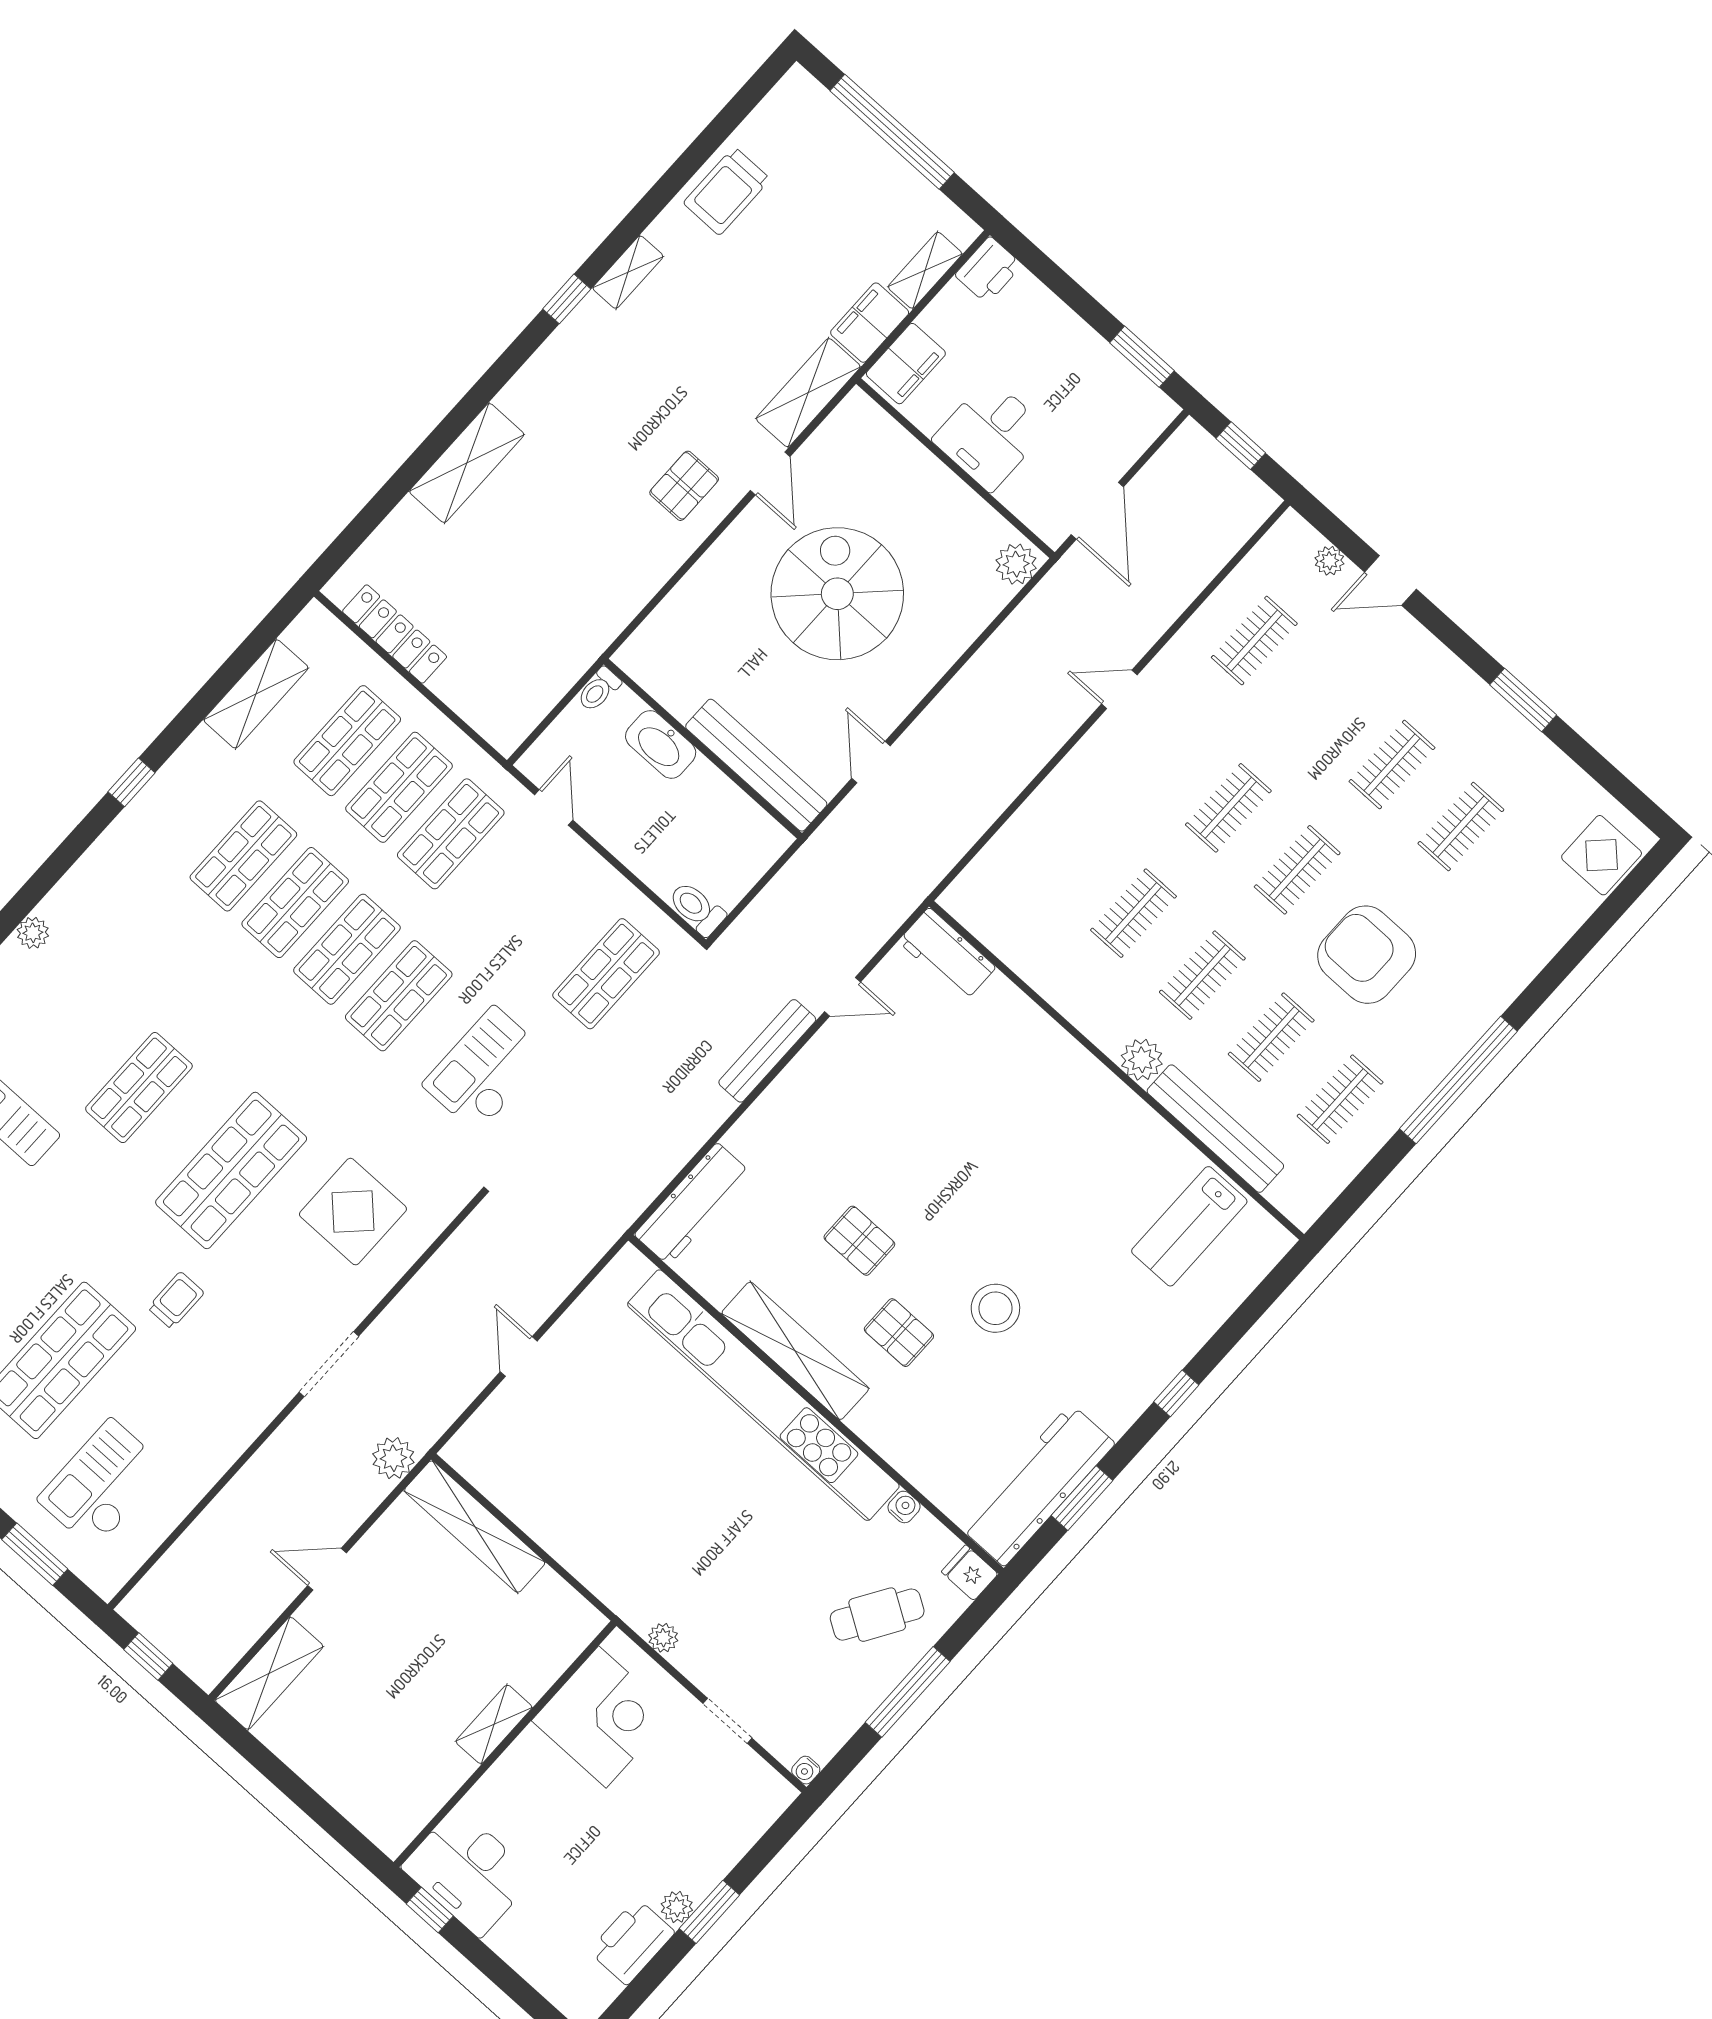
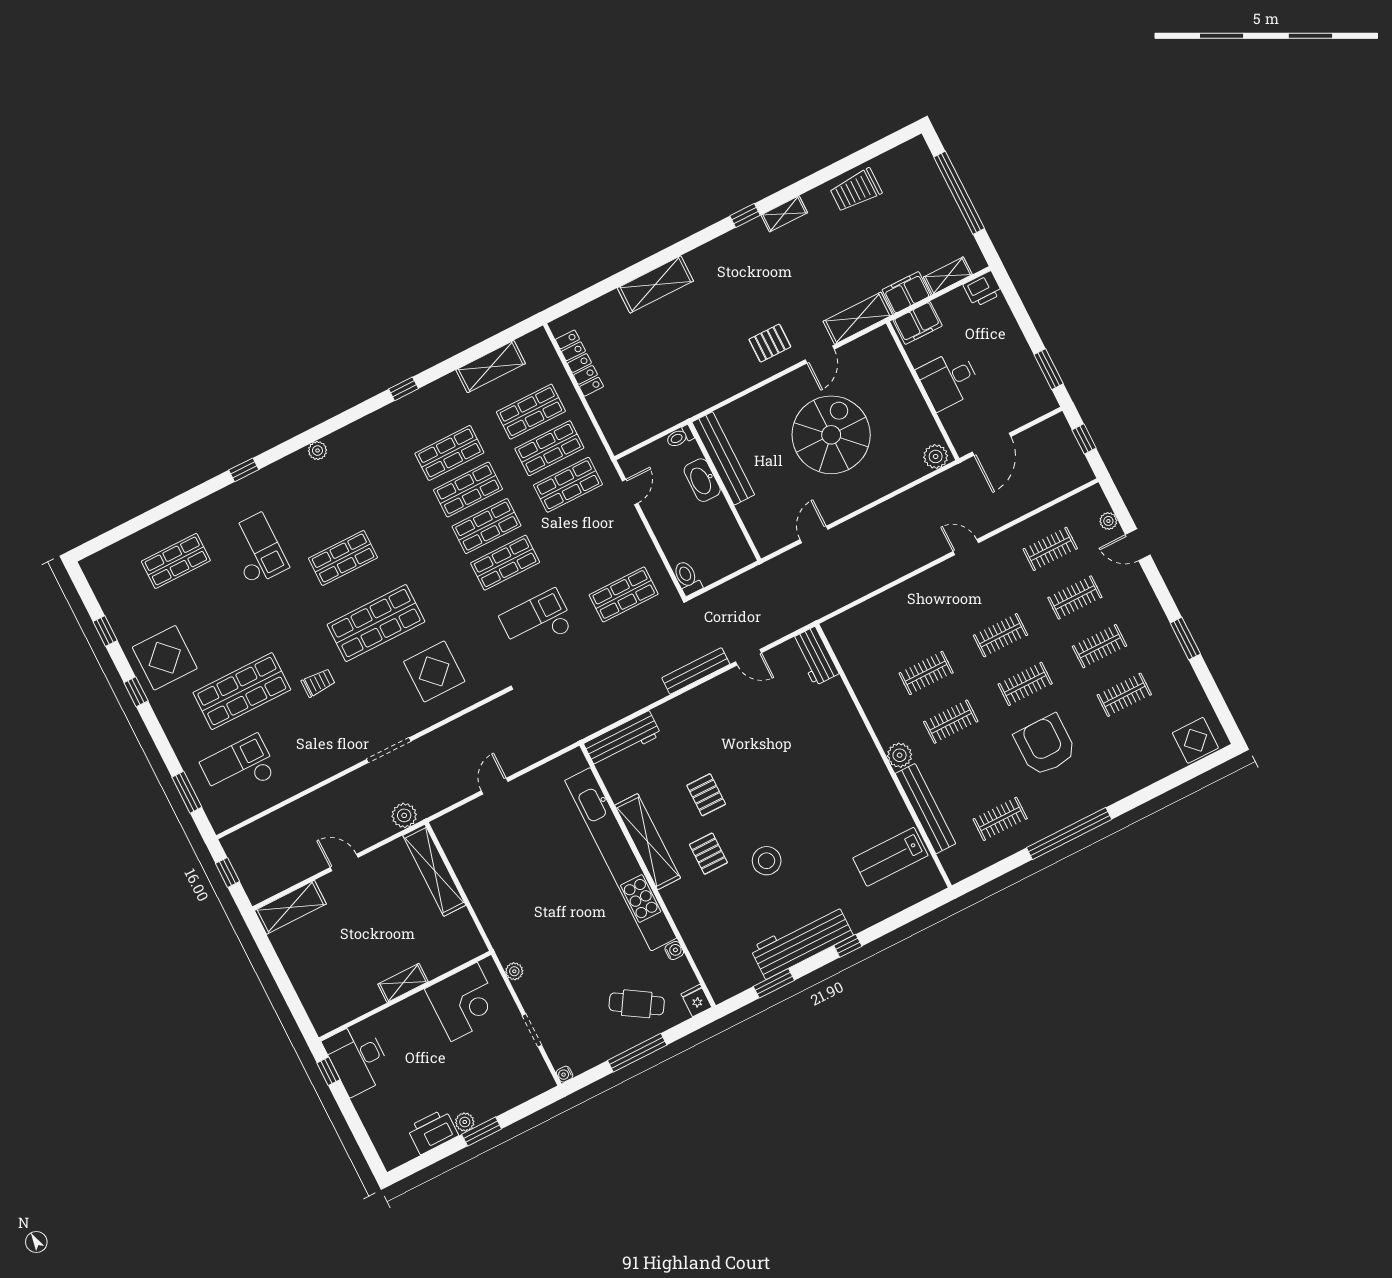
bench: (756, 765) -> (723, 458), moved
clothes rail: (1271, 1037) -> (1075, 597), moved
workbench: (1037, 1485) -> (802, 942), moved

